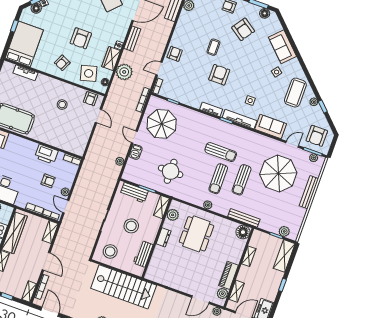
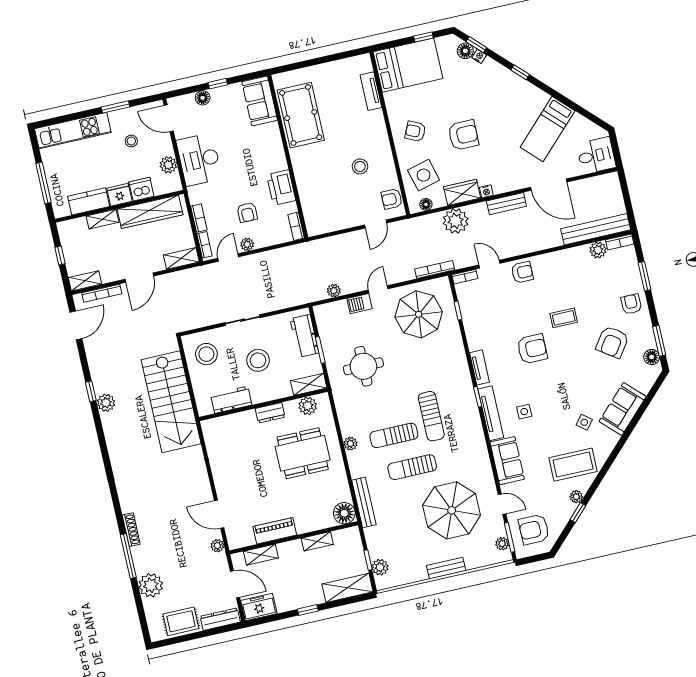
armchair: (81, 38) -> (463, 135), turned 180
bench: (309, 192) -> (446, 568), width x0.73
plant: (222, 294) -> (246, 538), removed

